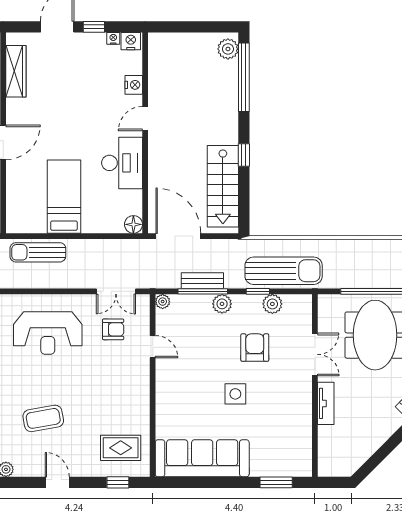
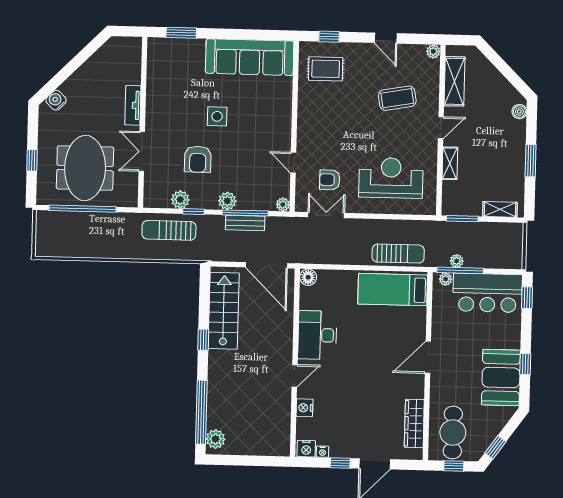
bed: (64, 197) -> (393, 290), moved, turned 90
sun lounger: (284, 271) -> (169, 230), width x0.73, depth x0.75

